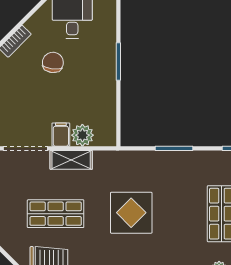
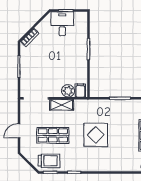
chair: (53, 62) -> (51, 50), removed
filing cabinet: (61, 135) -> (80, 90), moved

